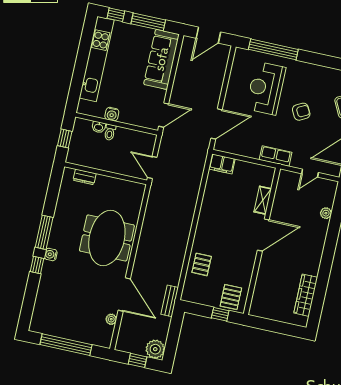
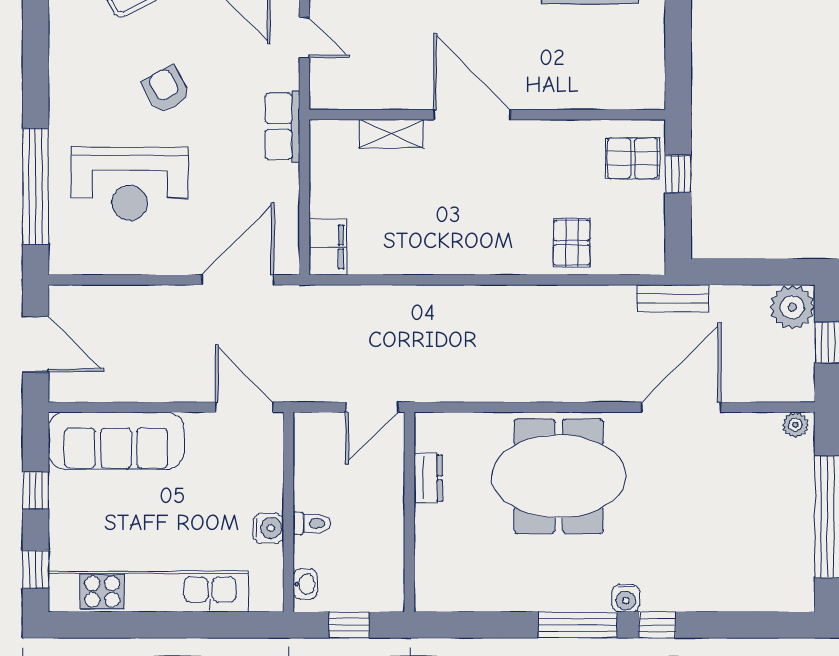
window: (148, 22) -> (36, 490), width x0.46
door: (217, 124) -> (238, 280), hinge flipped
washbasin: (99, 127) -> (305, 584), moved
dresser: (85, 177) -> (428, 478), moved
pallet: (202, 264) -> (572, 243), turned 90
plant: (111, 319) -> (795, 425), moved

